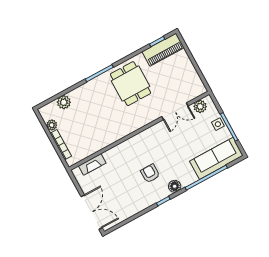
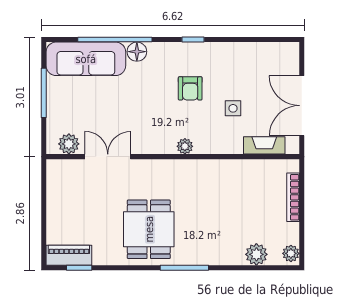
piano: (163, 50) -> (69, 255), width x0.73, depth x0.75
side table: (218, 124) -> (233, 108), moved
plant: (52, 125) -> (291, 253), moved
plant: (136, 140) -> (185, 146), added
floor lamp: (175, 186) -> (137, 52), moved
double door: (92, 212) -> (302, 106), moved

